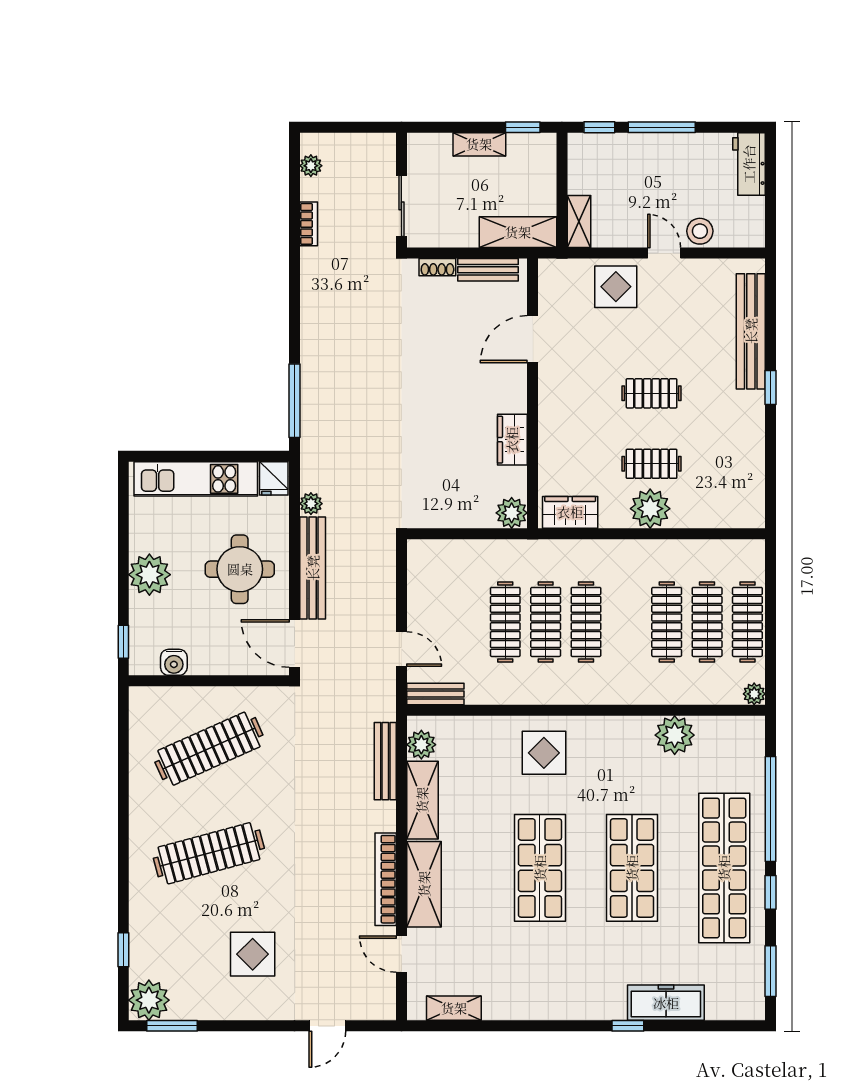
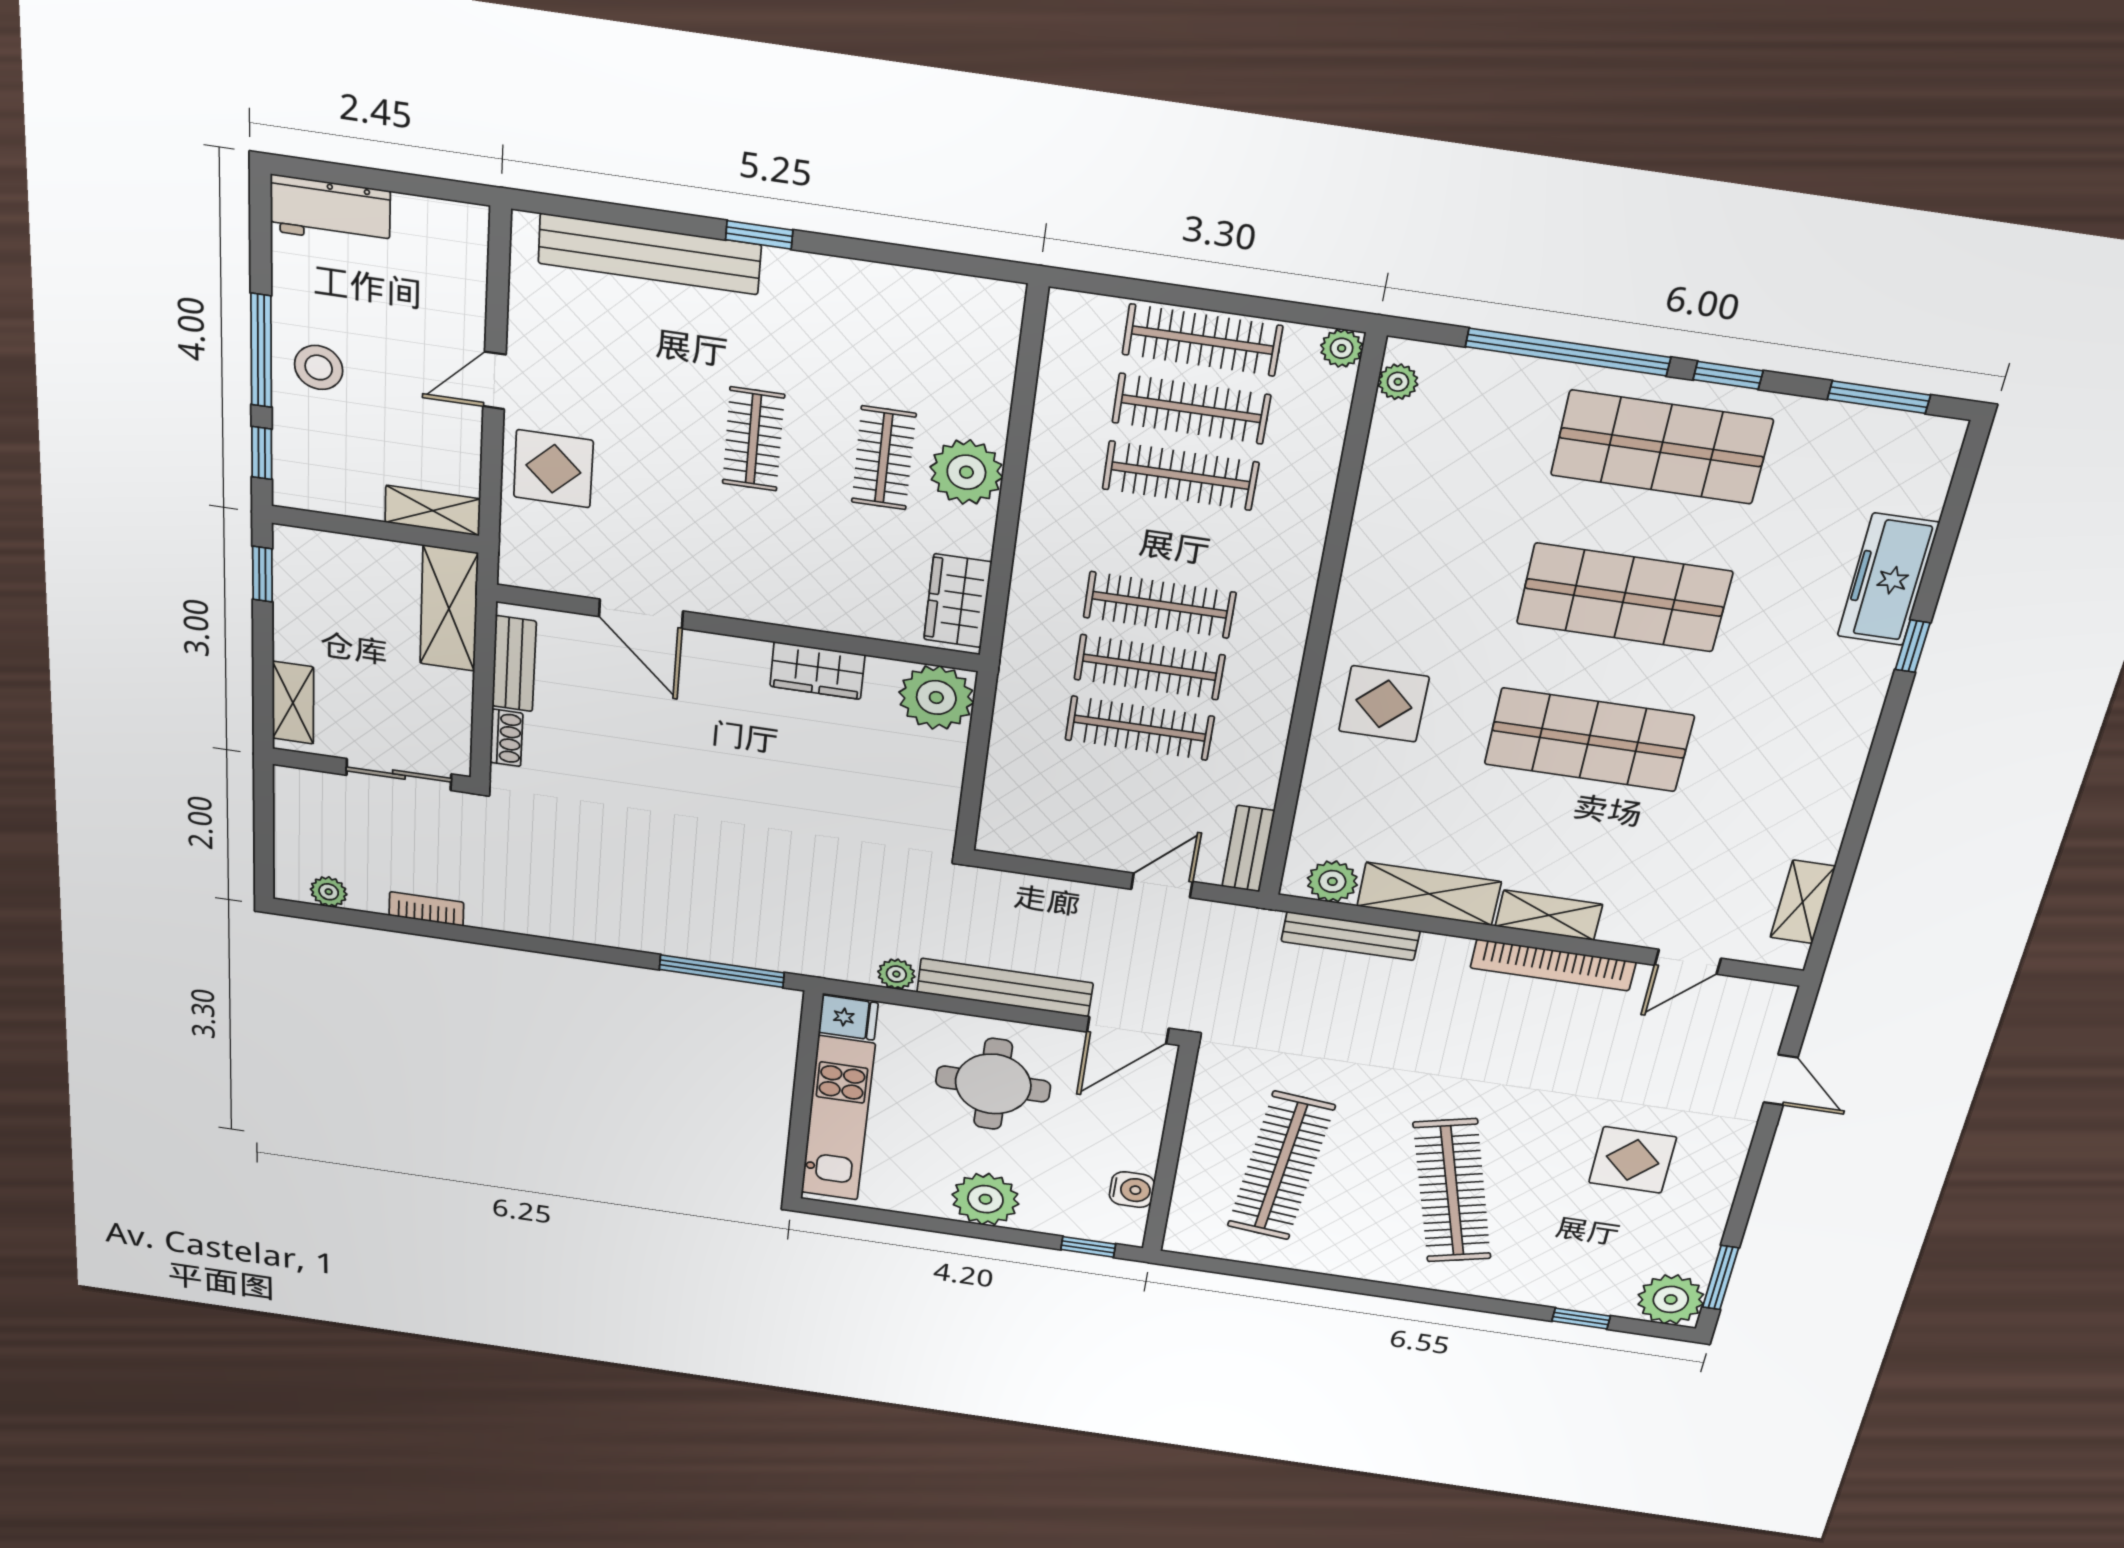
shelving: (479, 144) -> (293, 703), moved
stool: (700, 231) -> (319, 367), moved
plant: (512, 513) -> (936, 698), width x1.36, depth x1.36
plant: (675, 735) -> (1398, 382), moved, width x0.53, depth x0.53
clothes rail: (209, 749) -> (1281, 1166), turned 30
shop shelf: (724, 868) -> (1661, 447), width x0.71
shelving: (424, 884) -> (1549, 915), width x0.67, depth x0.75

